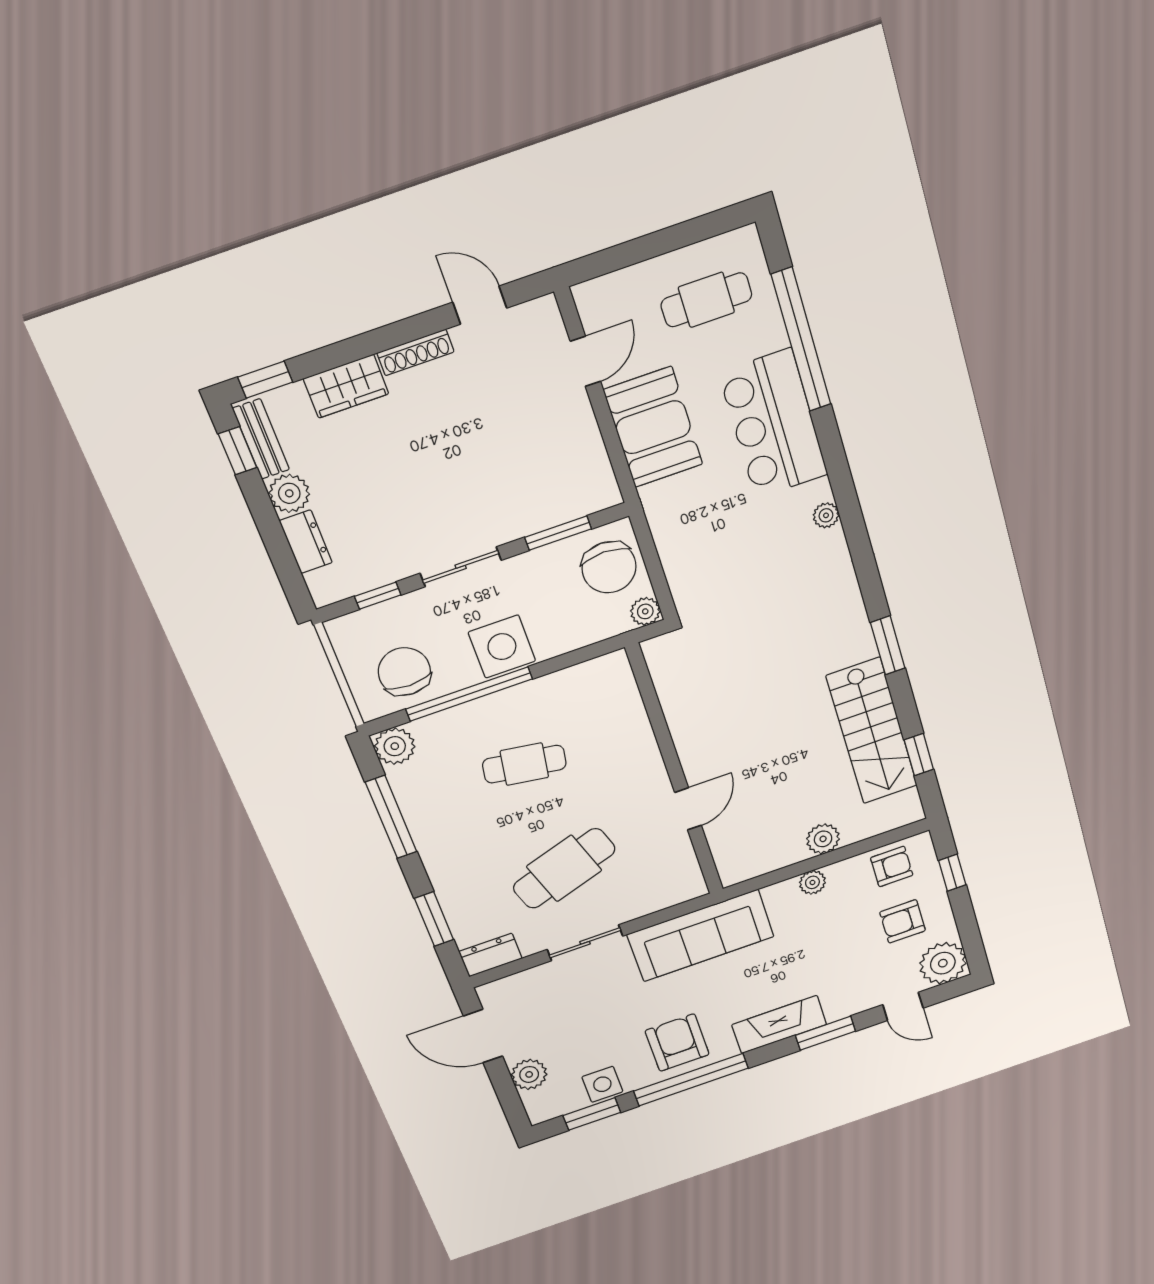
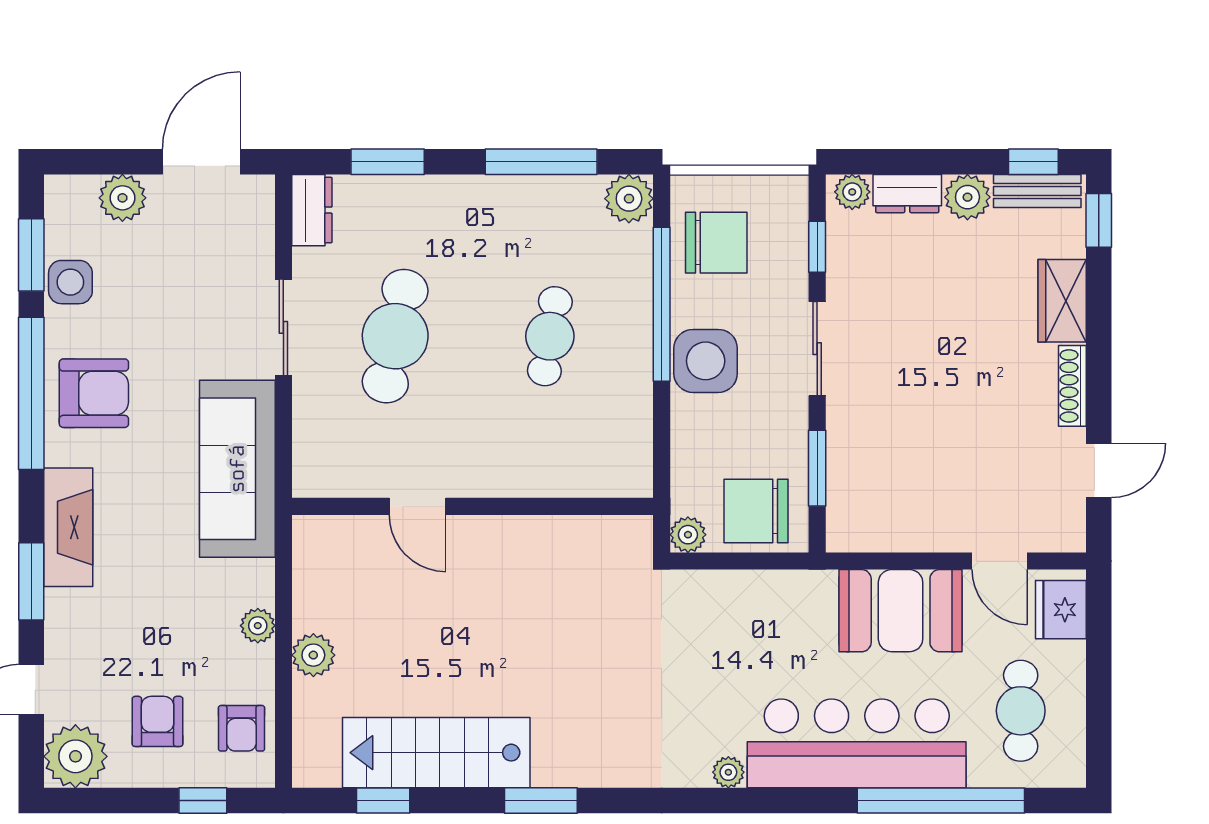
fridge: (610, 296) -> (1061, 610), added
bar counter: (774, 424) -> (857, 743), width x1.36
plant: (322, 585) -> (852, 192), added
cafe table: (564, 868) -> (395, 336), turned 30

